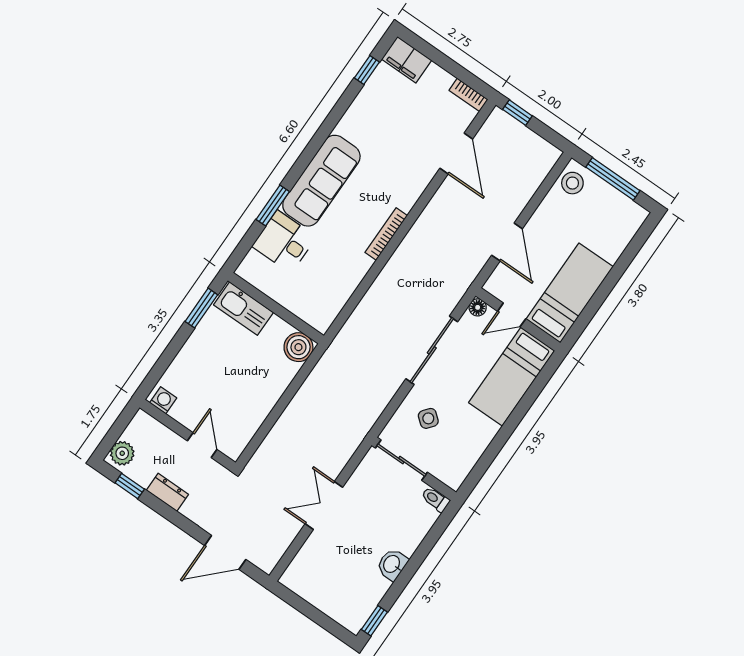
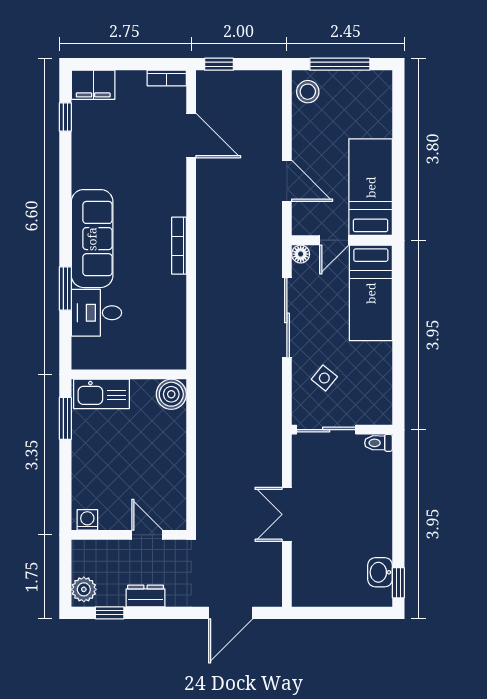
washbasin: (392, 564) -> (380, 572), moved

